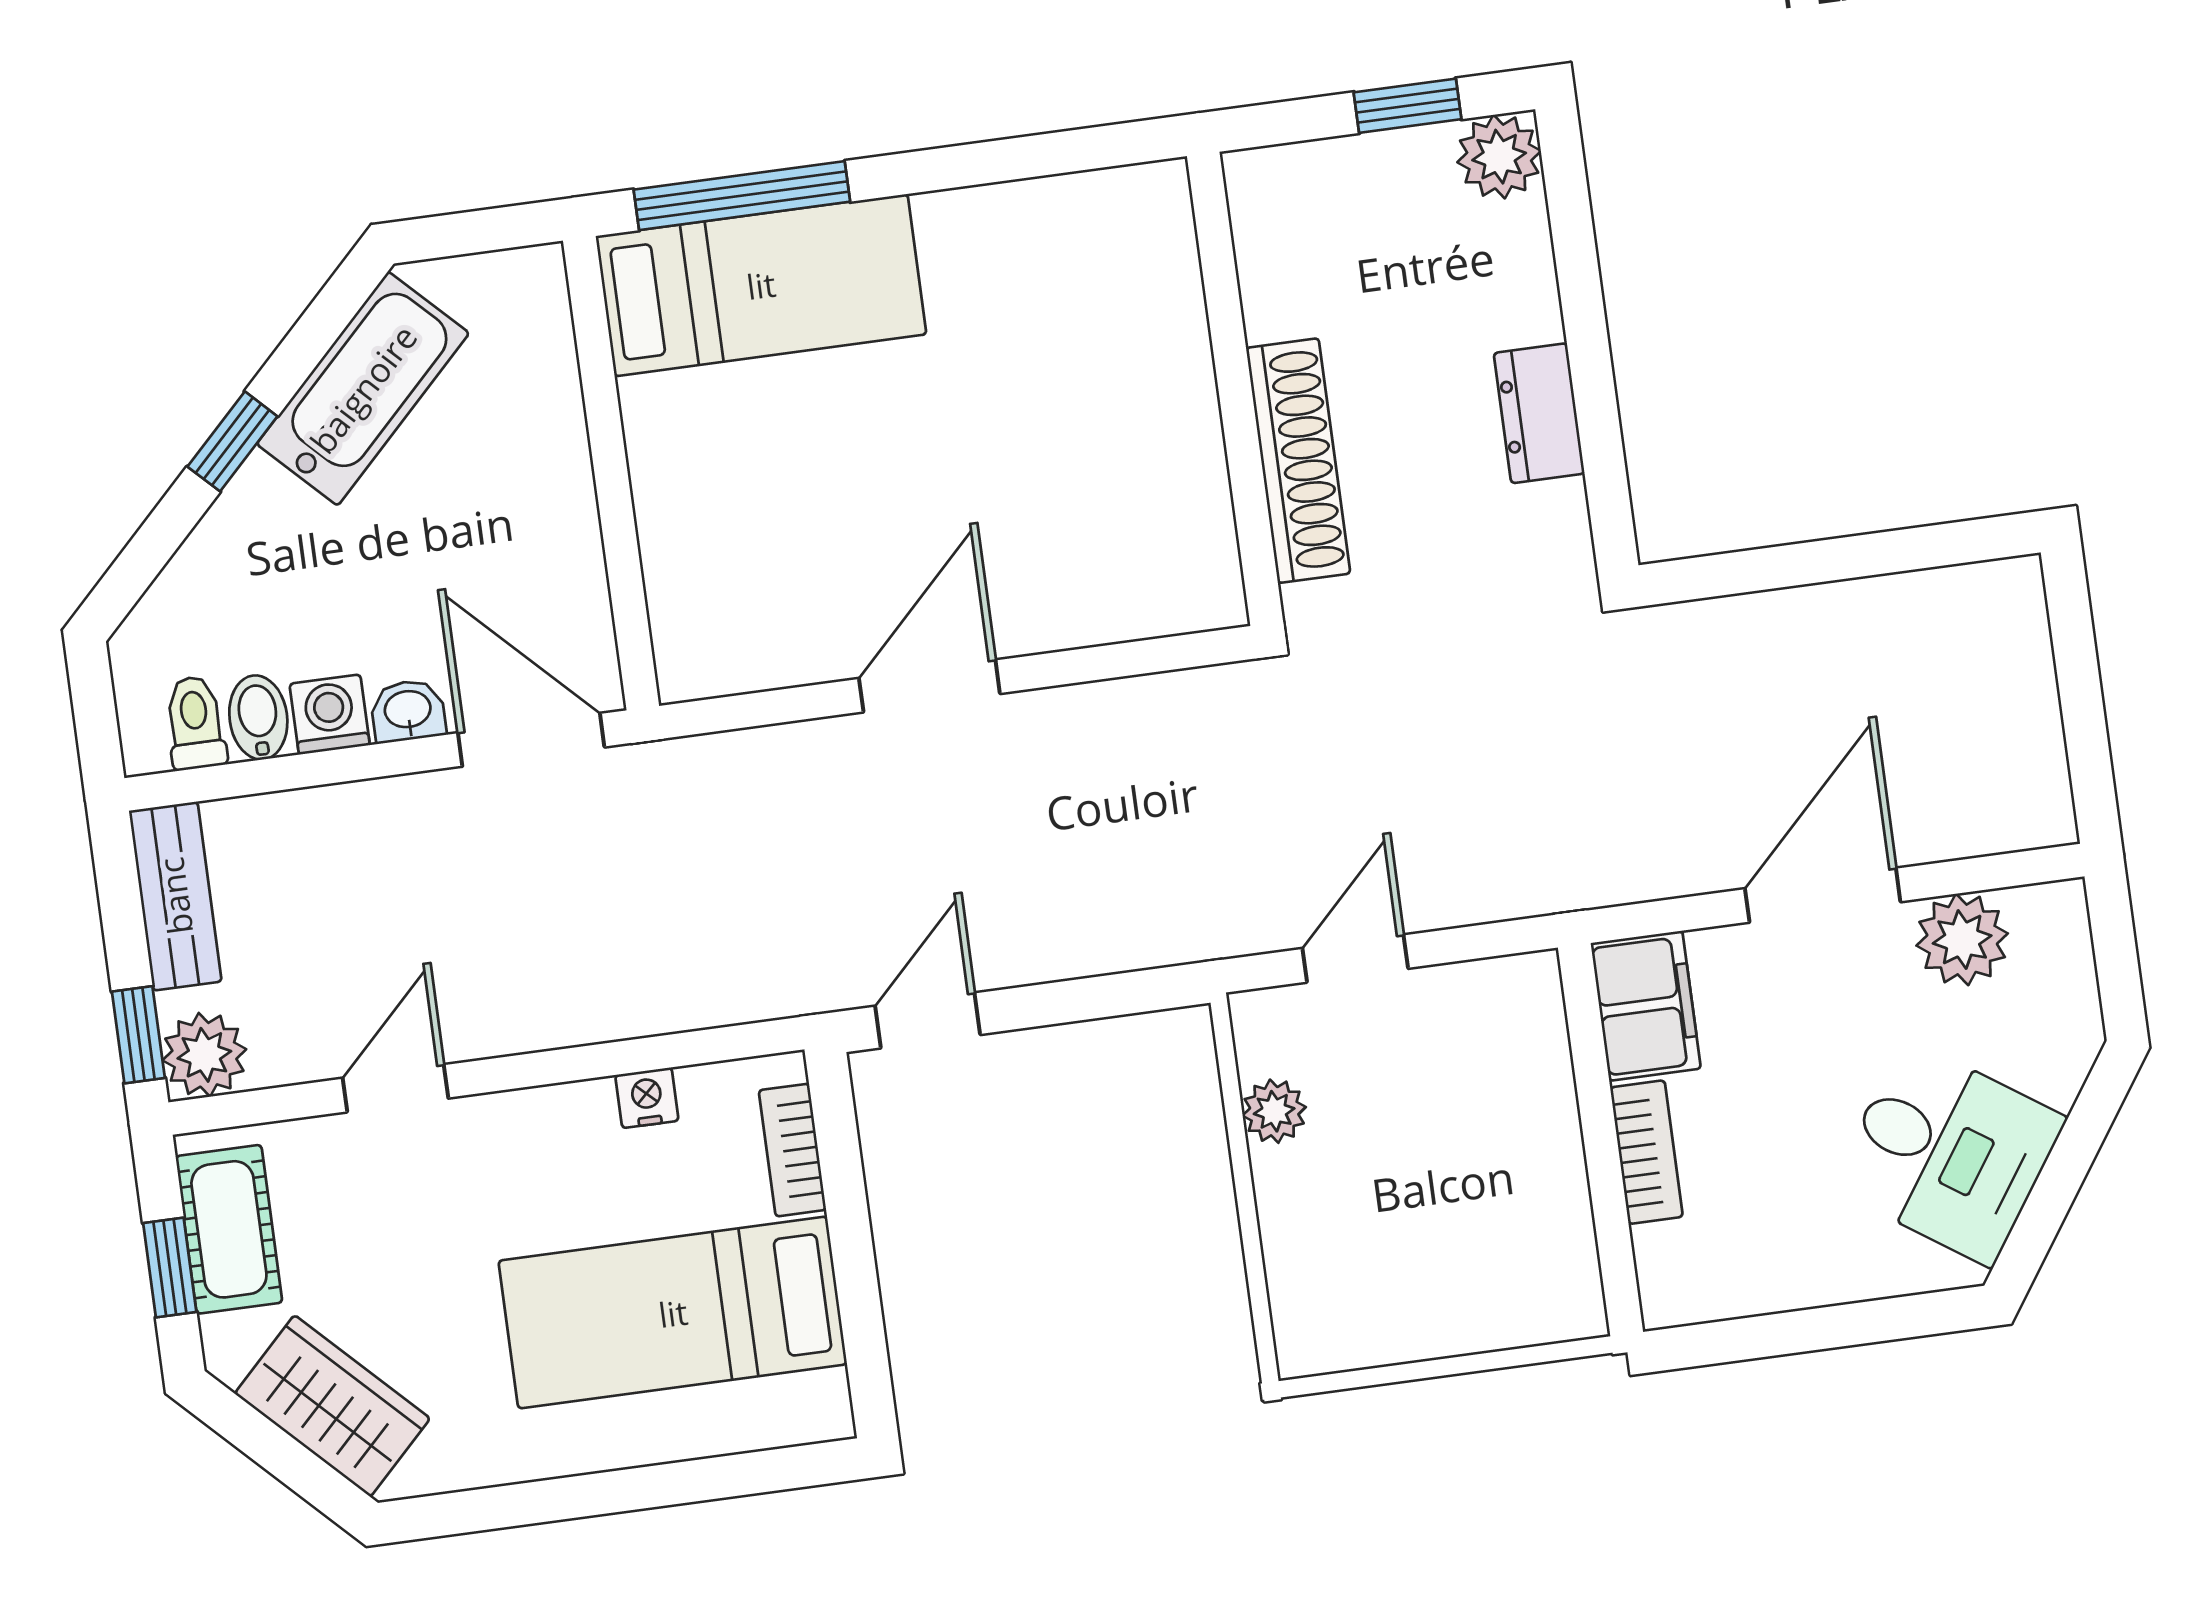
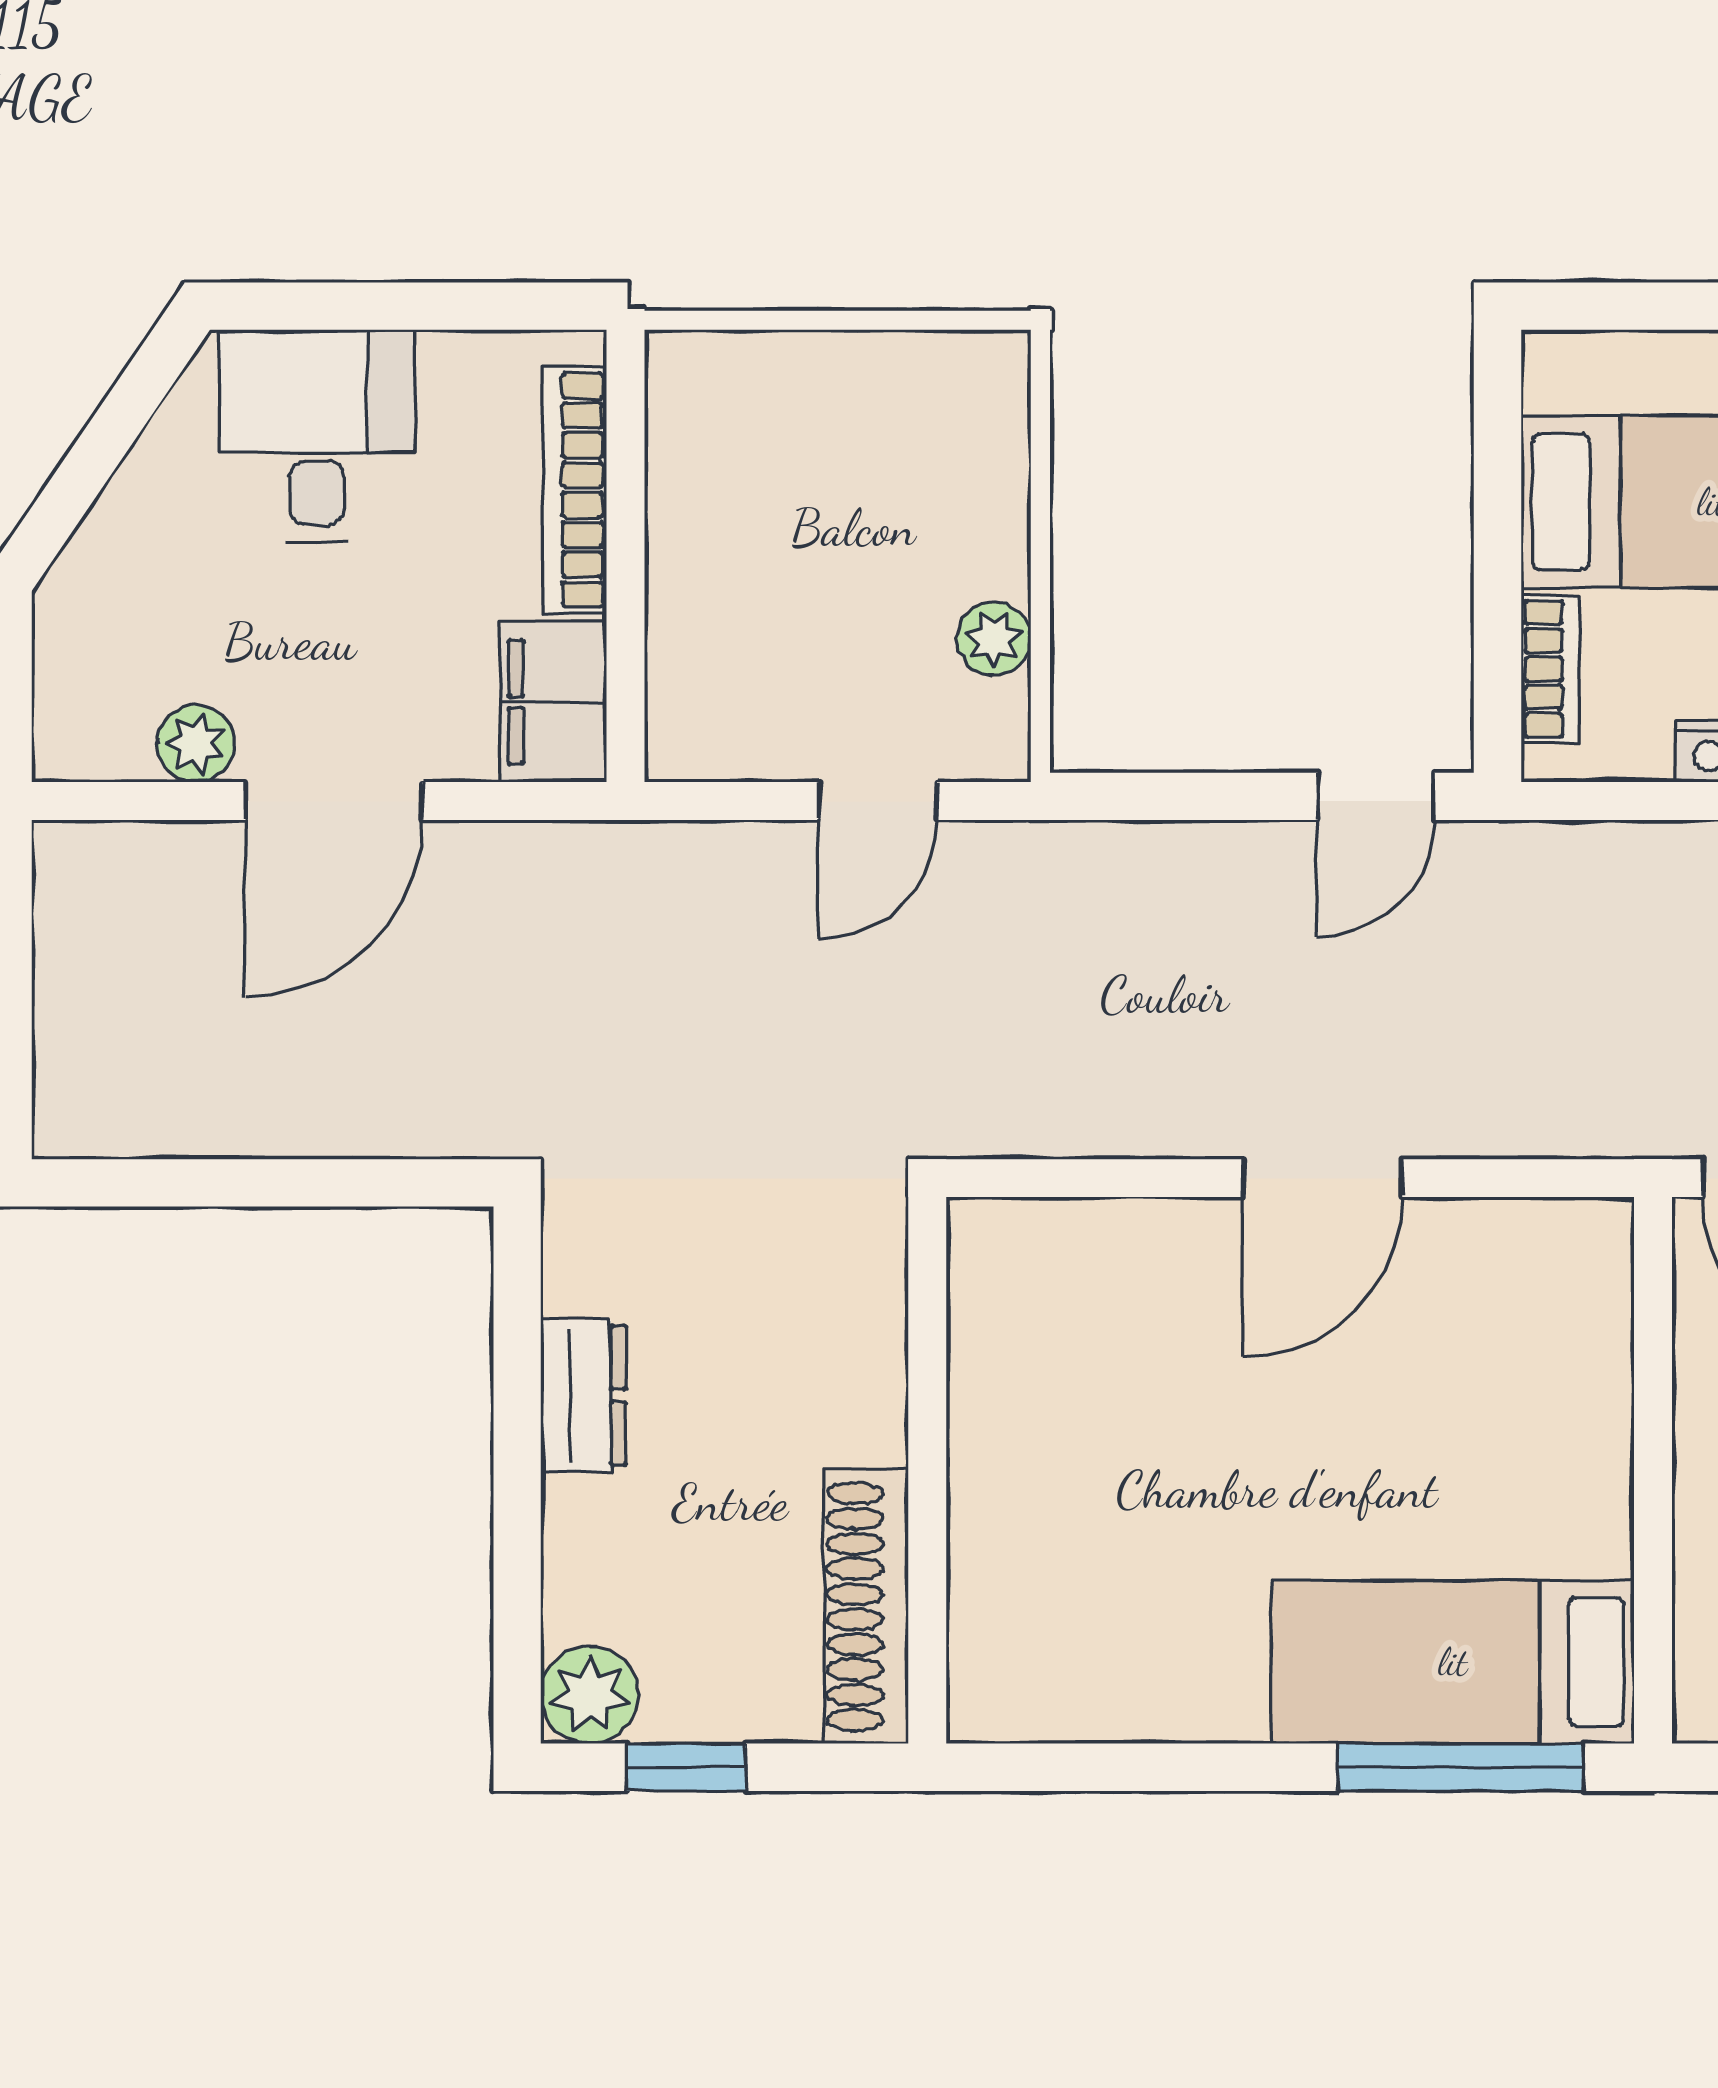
shoe rack: (1298, 461) -> (866, 1607), moved
plant: (1962, 940) -> (196, 743), width x0.73, depth x0.73
bookcase: (1646, 1152) -> (575, 490), width x1.56
desk: (1948, 1153) -> (317, 436), moved, turned 56

